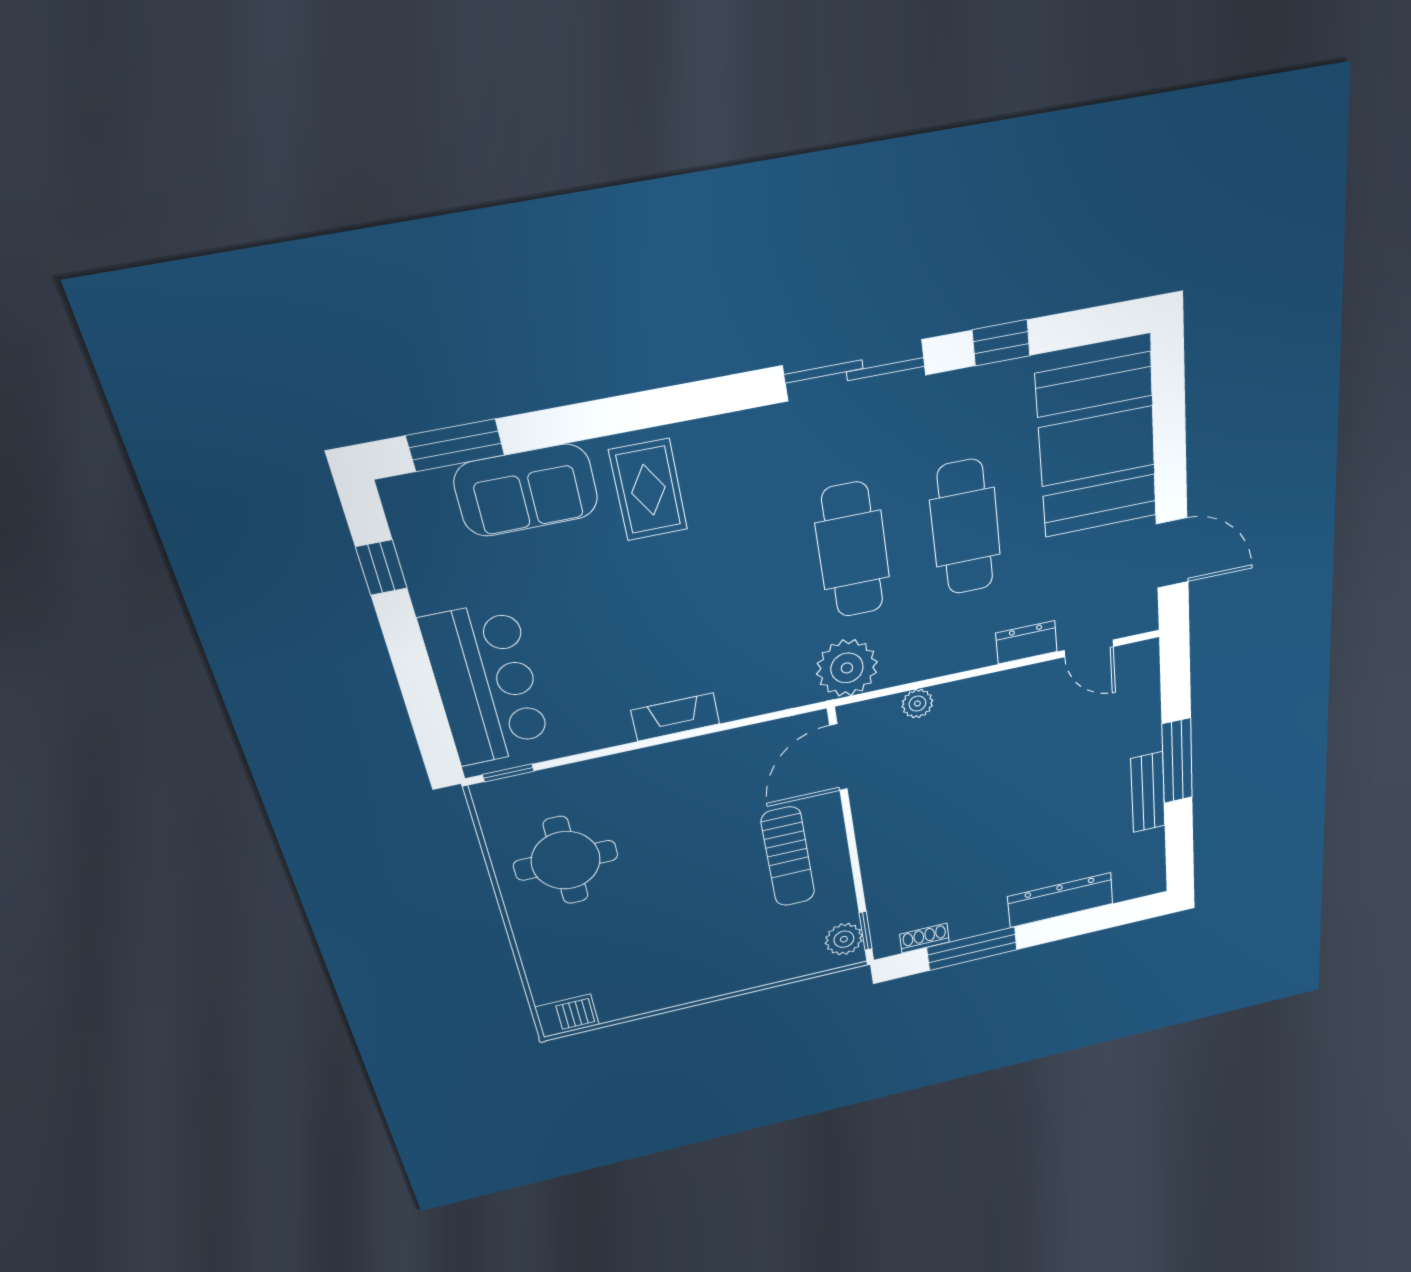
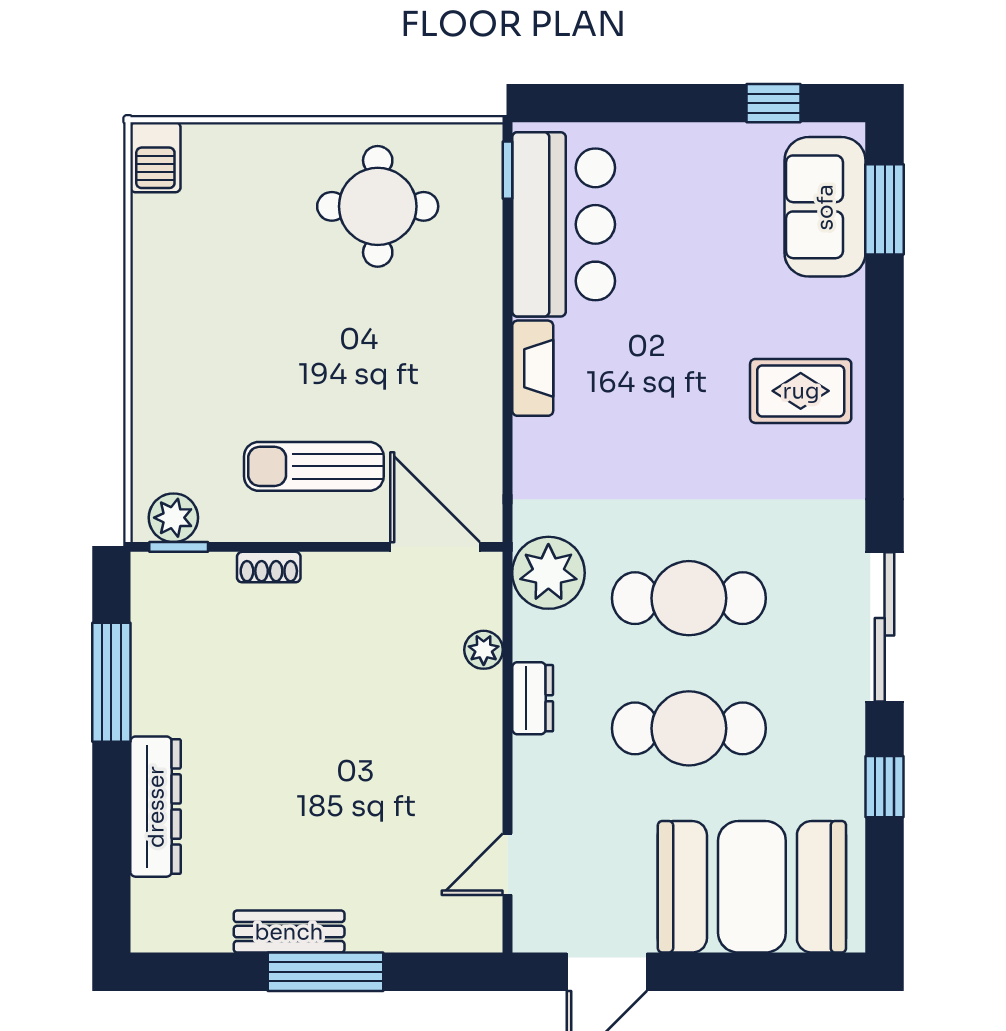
sofa: (526, 490) -> (825, 207), moved
dresser: (1026, 642) -> (533, 698), moved
bar counter: (486, 685) -> (564, 224), moved, turned -90
shoe rack: (925, 938) -> (269, 567), moved, turned 90

